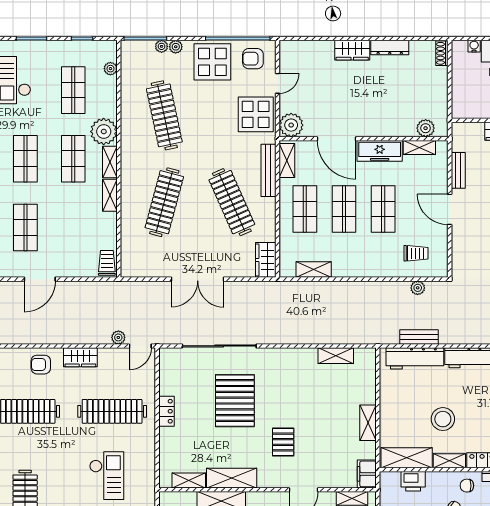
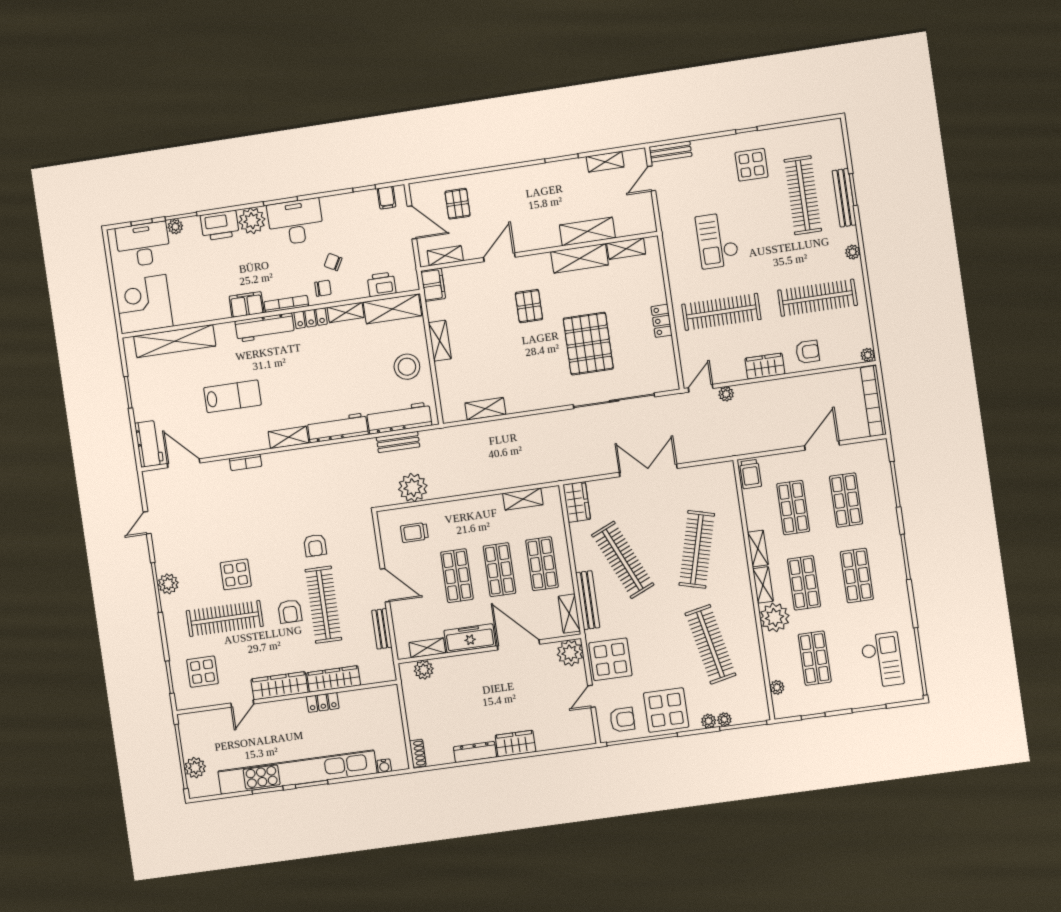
shop shelf: (73, 227) -> (793, 508), added
plant: (418, 288) -> (413, 488), width x1.88, depth x1.88
stool: (443, 419) -> (407, 367), moved

